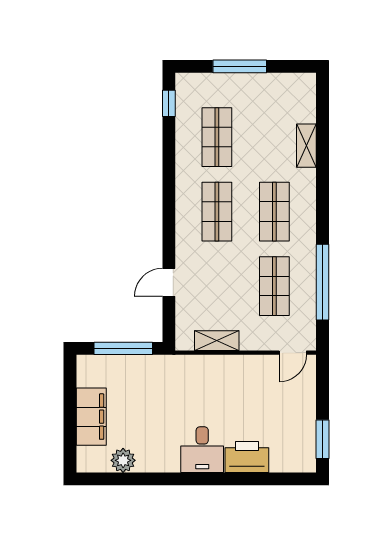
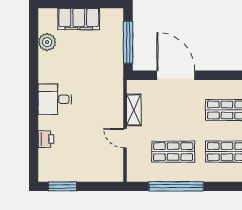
door: (169, 282) -> (176, 75), width x1.88
door: (293, 353) -> (125, 138), moved
printer: (247, 457) -> (46, 139), width x0.53, depth x0.68

